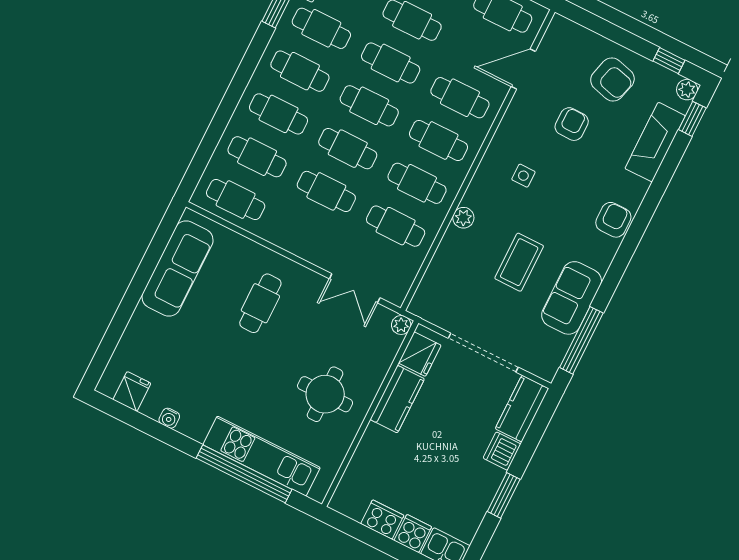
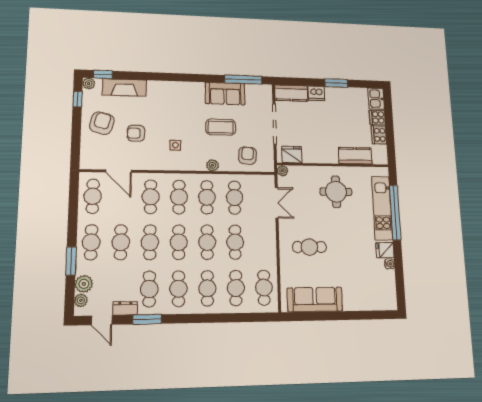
armchair: (613, 220) -> (247, 156), moved, turned 94
fridge: (132, 391) -> (385, 250), moved
kitchen counter: (397, 399) -> (355, 156), moved

